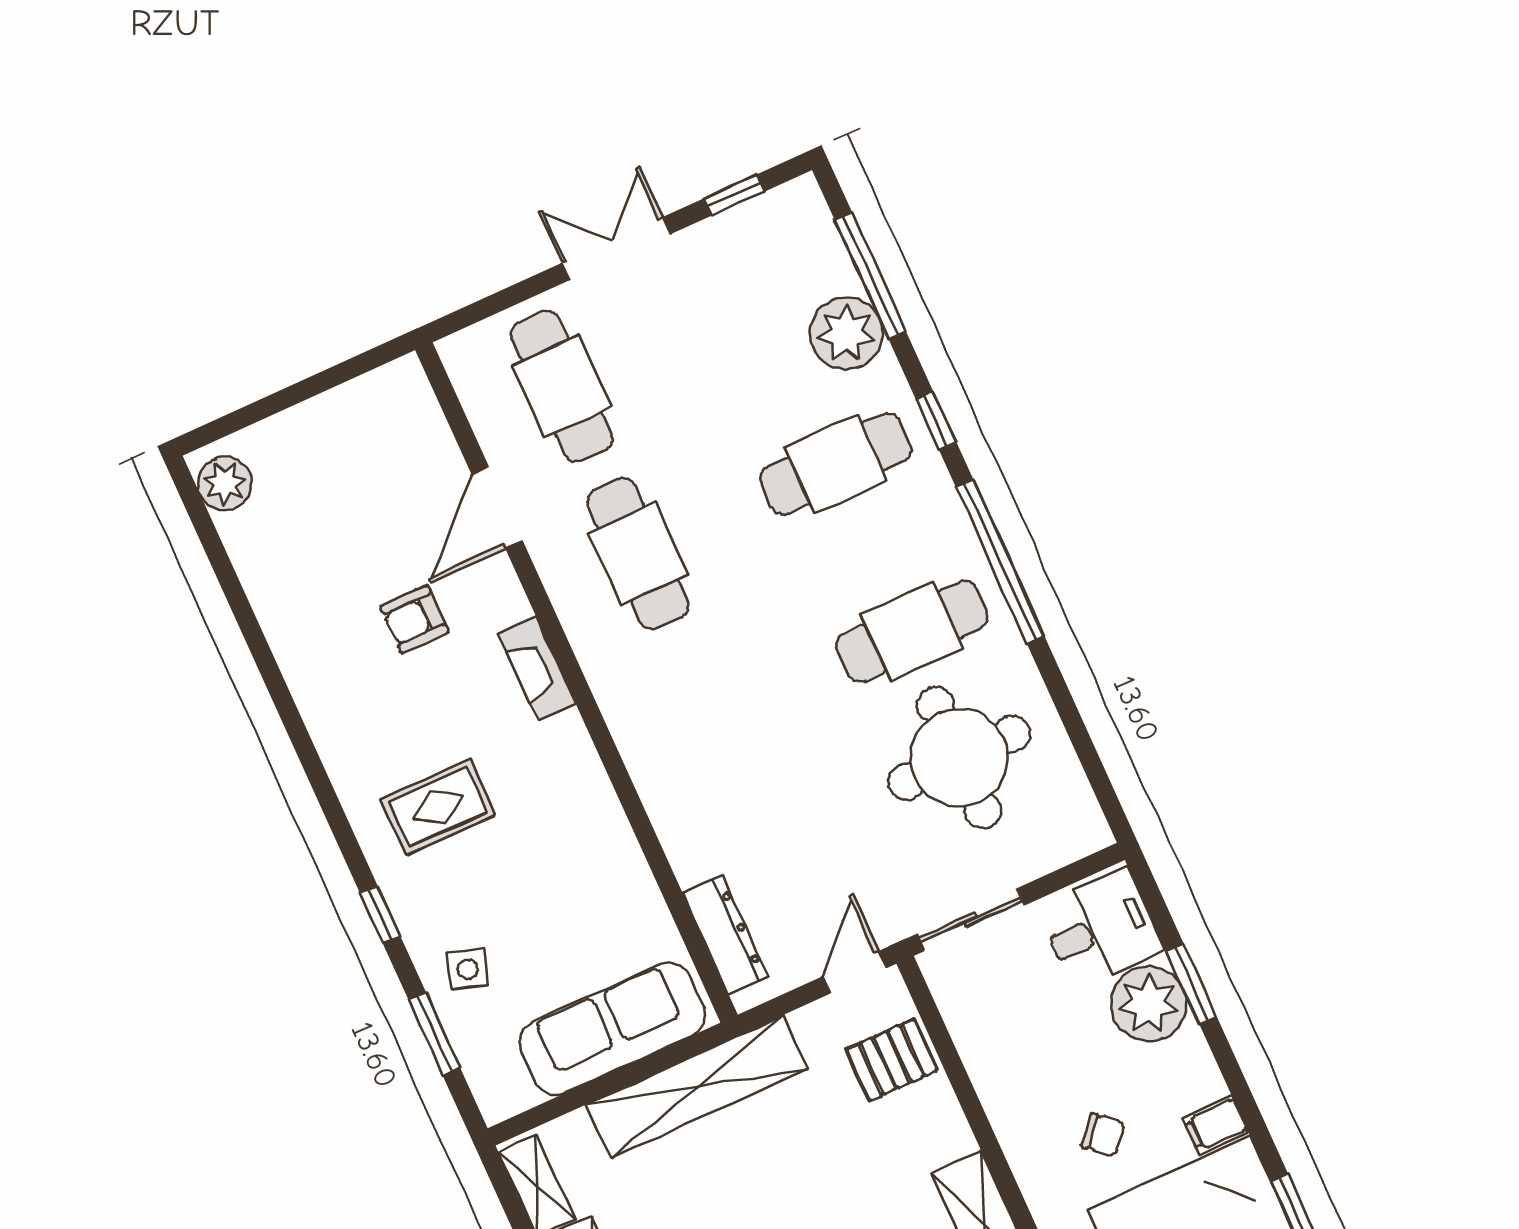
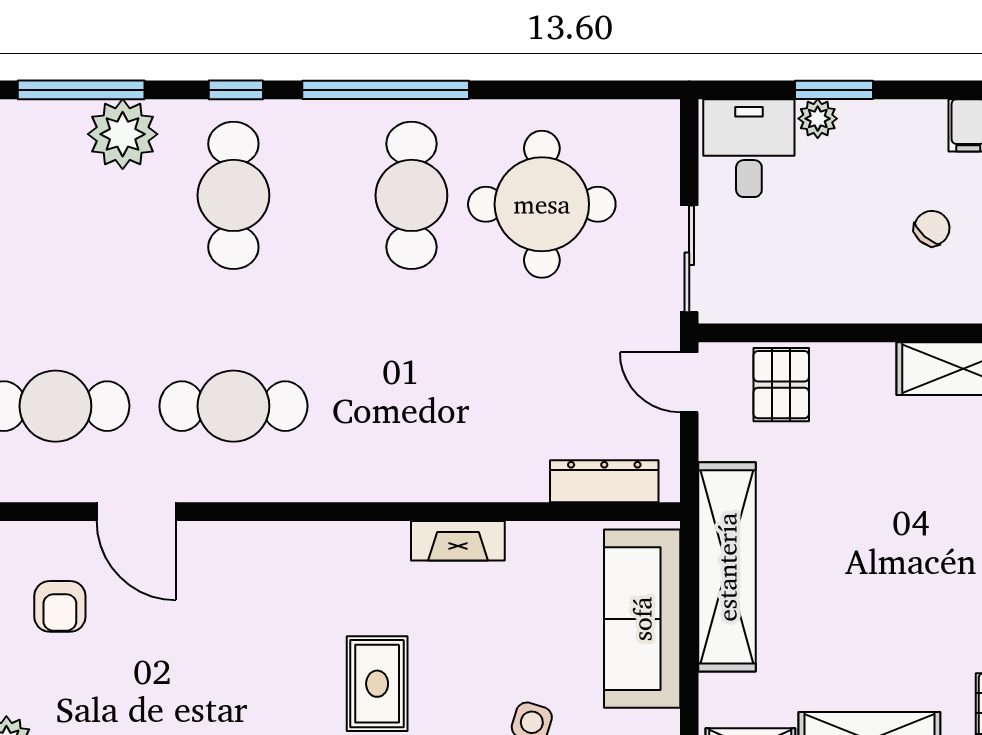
armchair: (414, 619) -> (60, 606), moved
fireplace: (537, 669) -> (458, 541), moved
plant: (1149, 1004) -> (818, 119), width x0.53, depth x0.53

